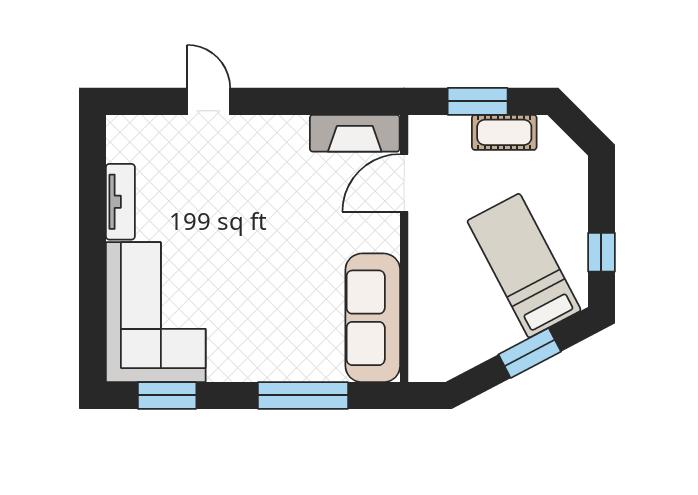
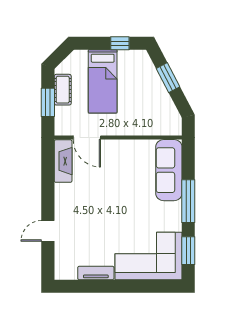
bed: (524, 266) -> (103, 81), moved, turned -62
sofa: (373, 318) -> (169, 170), moved, turned 90
window: (303, 395) -> (188, 201), moved

